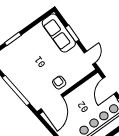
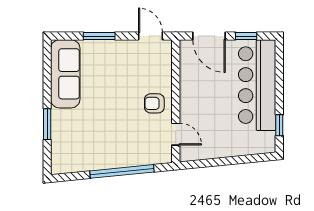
sofa: (59, 33) -> (65, 74), moved, turned -90
door: (52, 103) -> (176, 134), width x0.53

